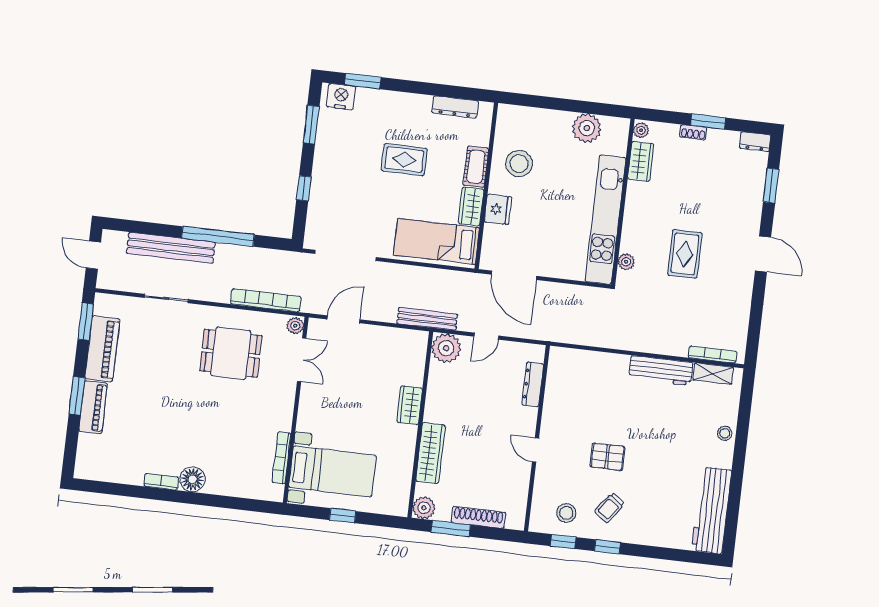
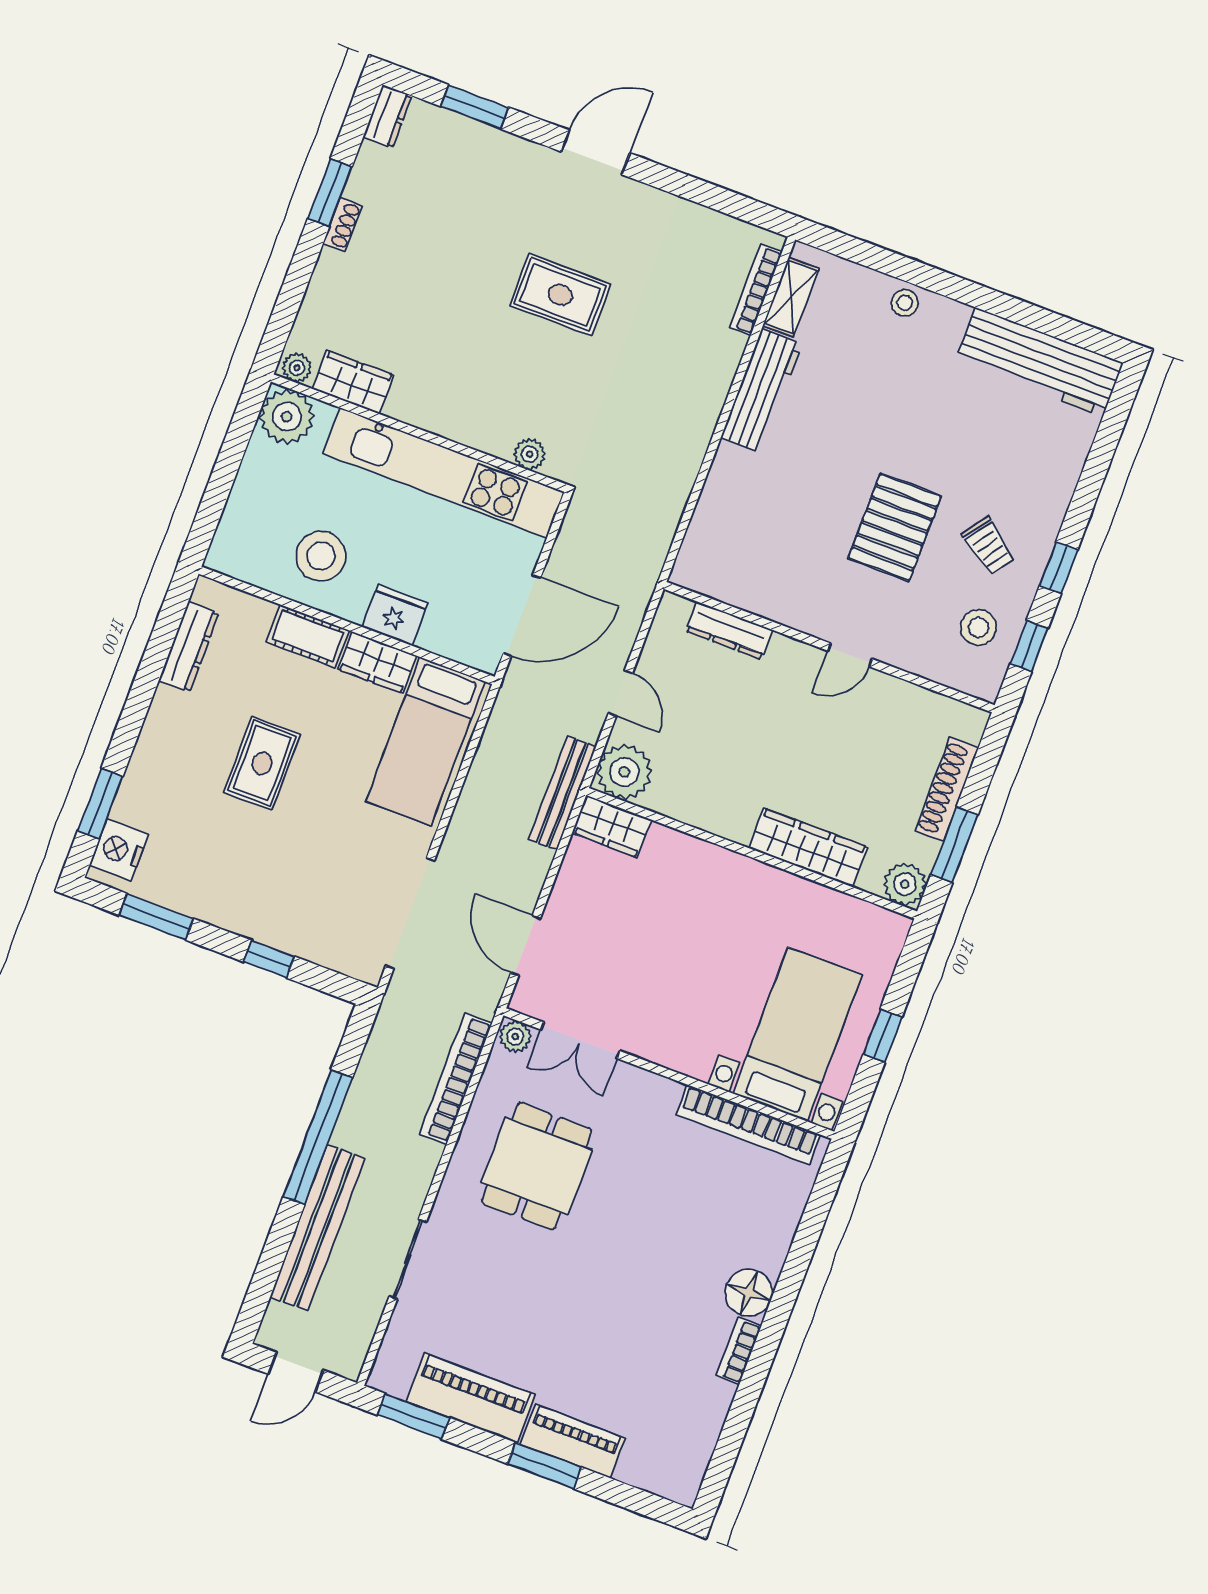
plant: (641, 130) -> (297, 368), moved
wardrobe: (641, 161) -> (353, 382), moved
wall: (623, 202) -> (419, 433), moved
kitchen unit: (605, 220) -> (444, 473), moved
plant: (626, 262) -> (530, 454), moved
double door: (302, 360) -> (580, 1040), swing flipped
wardrobe: (410, 405) -> (612, 826), moved
pallet: (607, 457) -> (895, 527), width x1.50, depth x1.42
bookcase: (281, 458) -> (748, 1125), width x1.48, depth x1.31

